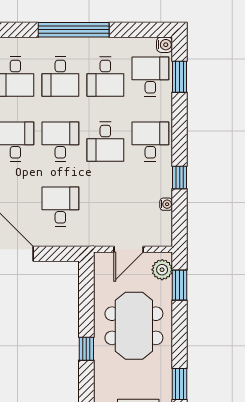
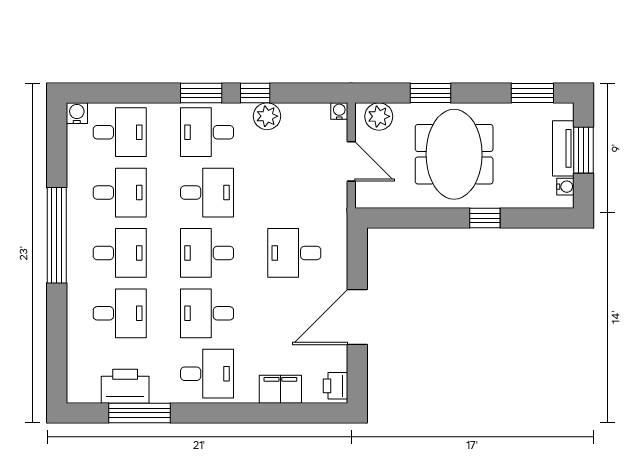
desk: (150, 77) -> (120, 132), turned 180
window: (180, 77) -> (201, 93), moved
plant: (162, 186) -> (267, 116), added
water cooler: (166, 204) -> (339, 111), moved
window: (180, 285) -> (430, 93), moved
meeting table: (134, 326) -> (454, 154), turned 90

